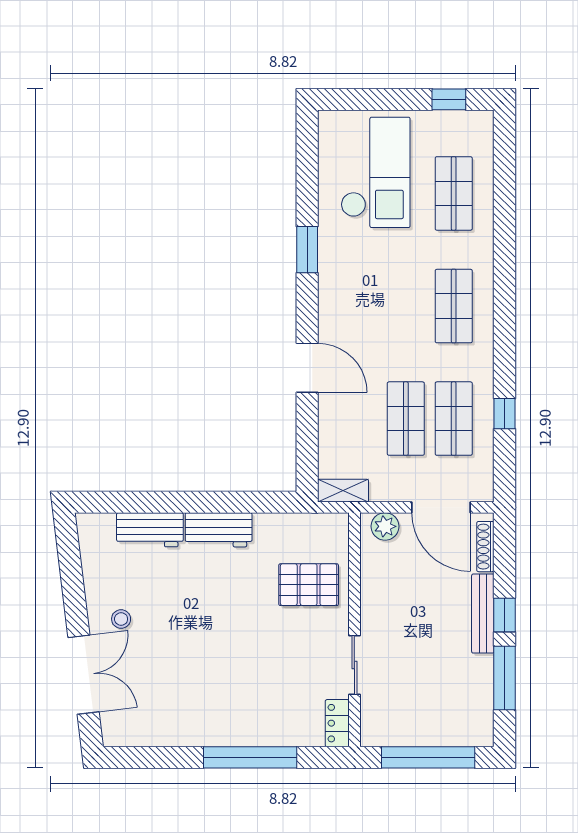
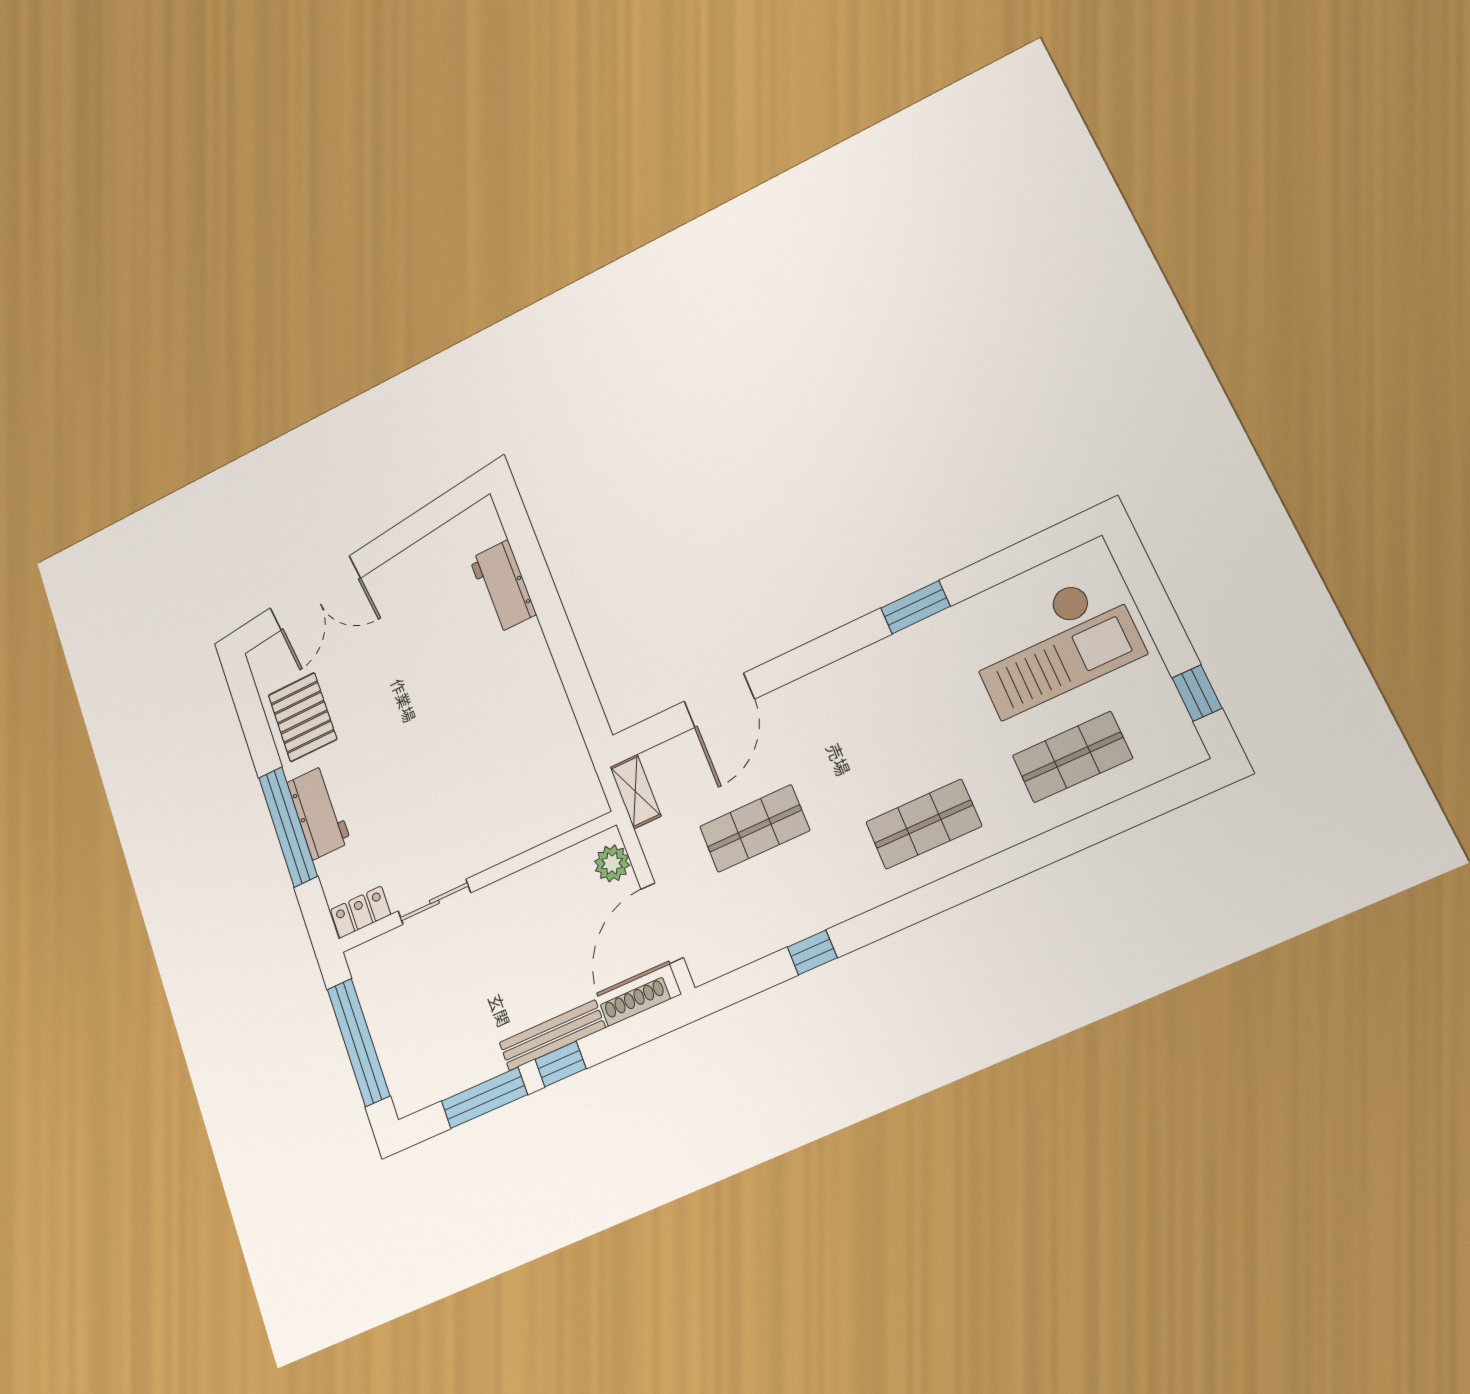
door: (307, 368) -> (719, 700), moved
shop shelf: (454, 419) -> (779, 889), removed
workbench: (219, 530) -> (319, 812), moved, turned 180
pallet: (309, 585) -> (303, 717), moved
stool: (121, 619) -> (391, 604), removed

